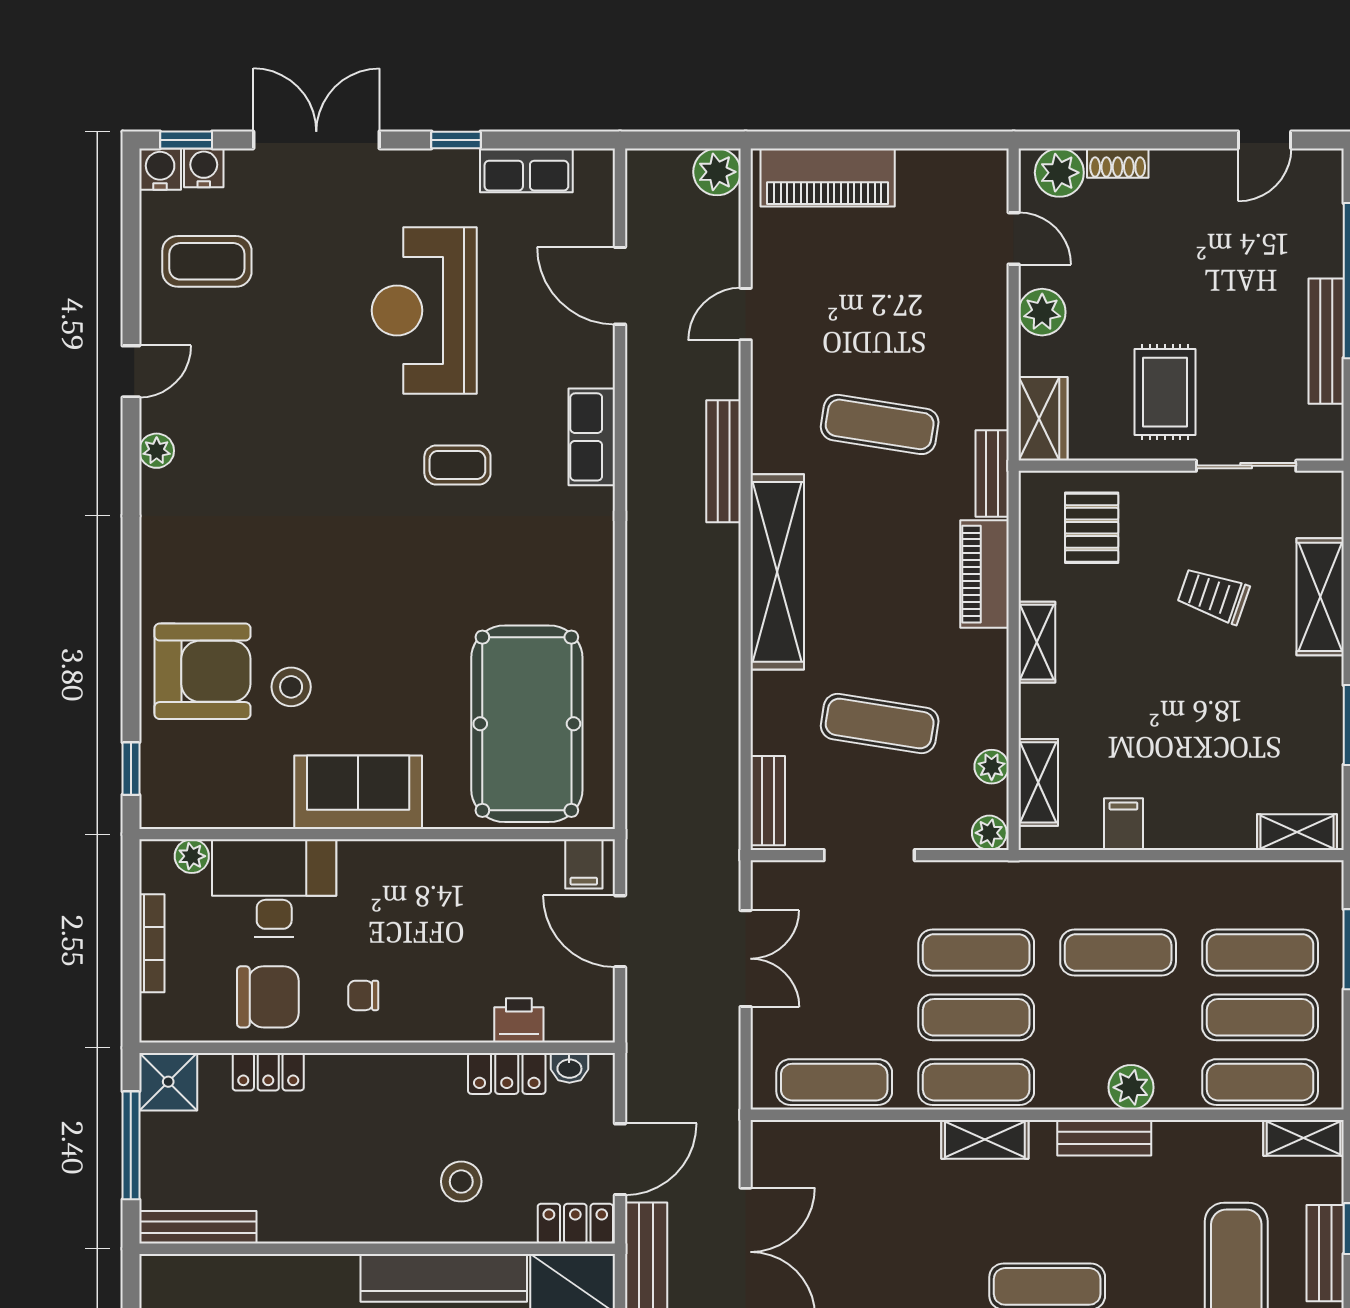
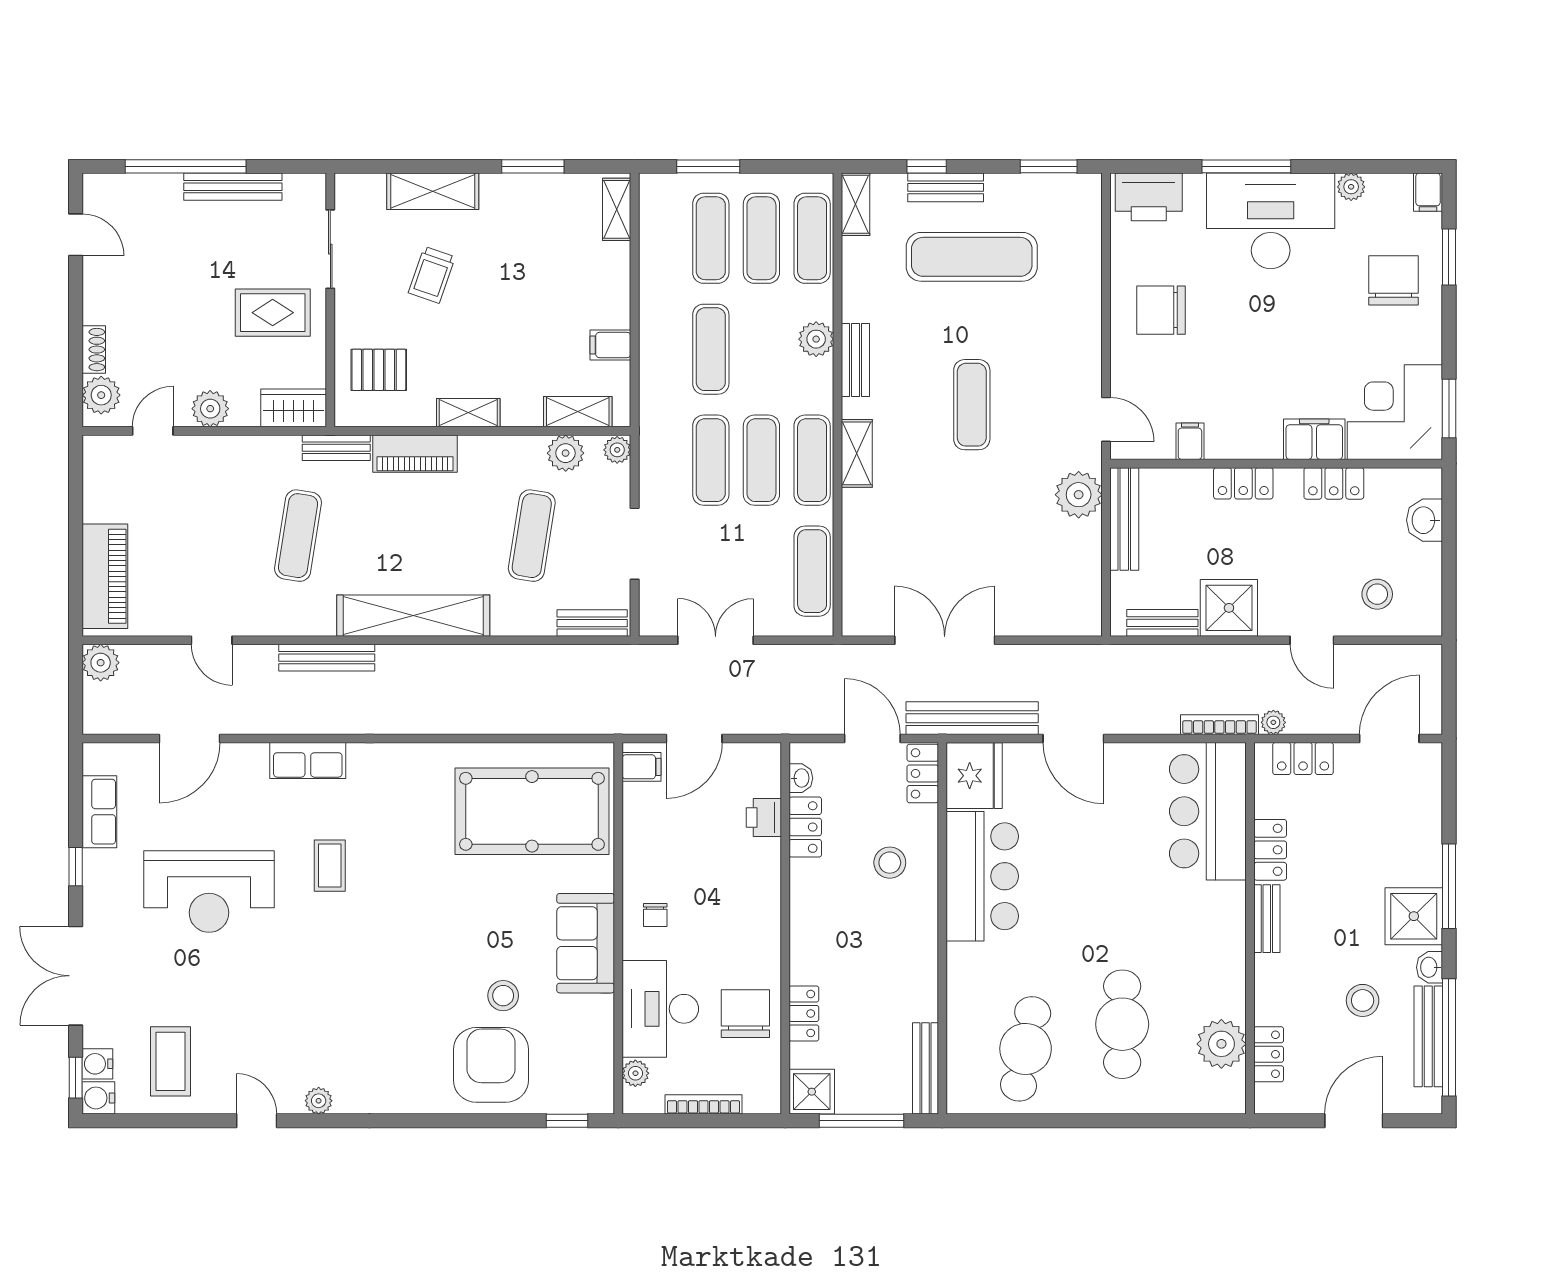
plant: (992, 767) -> (566, 453), width x1.38, depth x1.38
chair: (363, 995) -> (655, 915), moved

